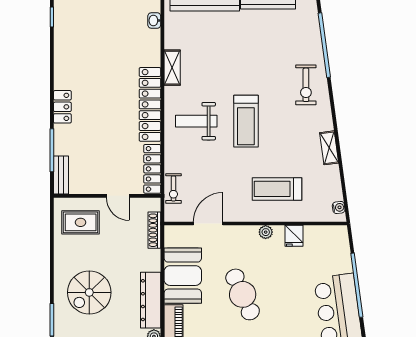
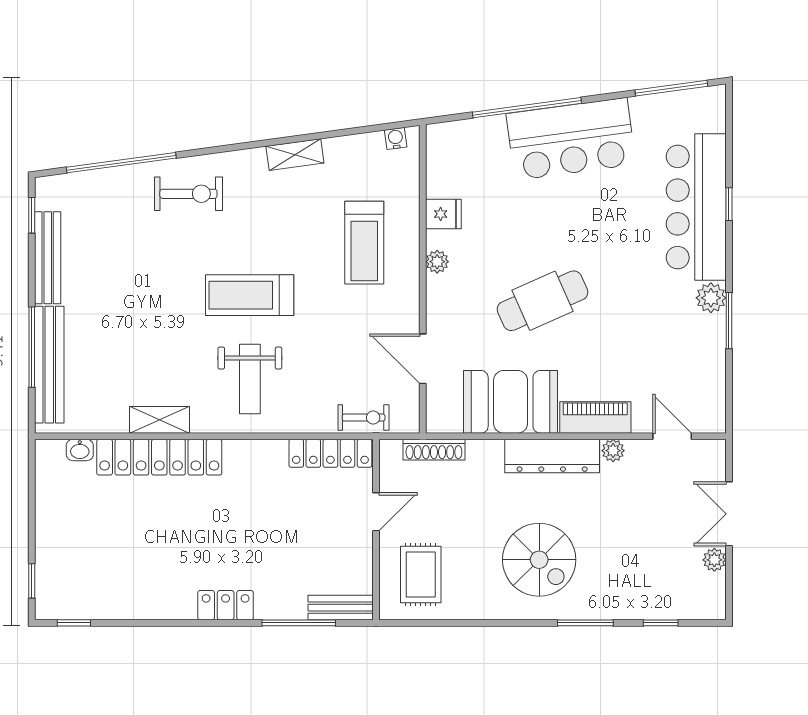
locker: (150, 104) -> (159, 457), moved
treadmill: (246, 121) -> (250, 295), turned 180

